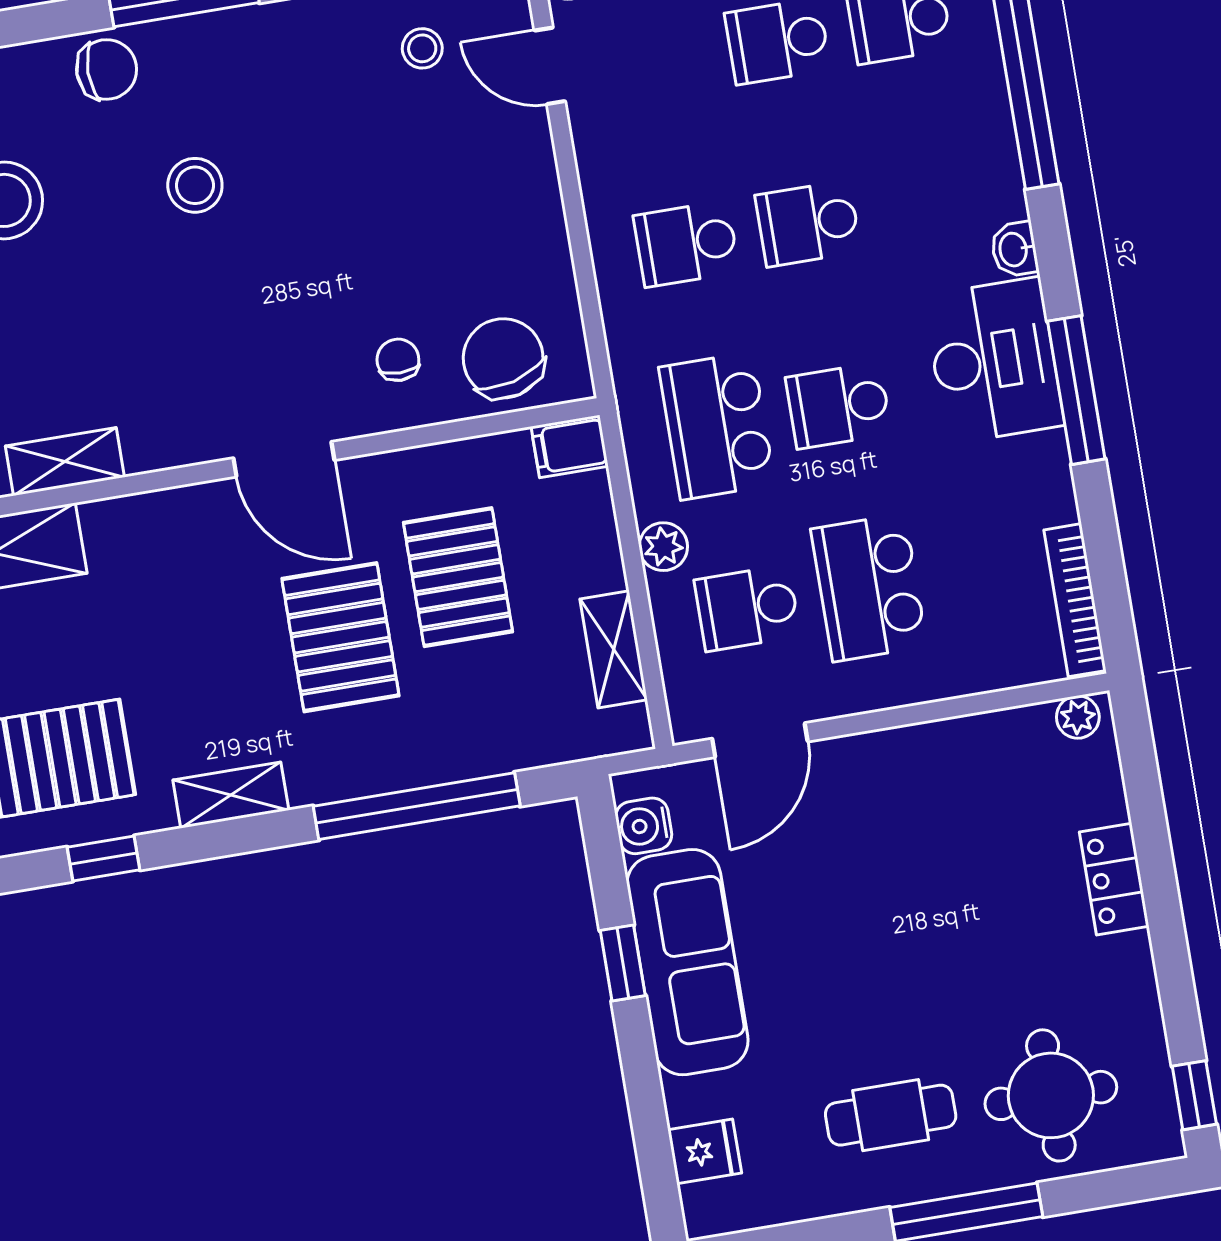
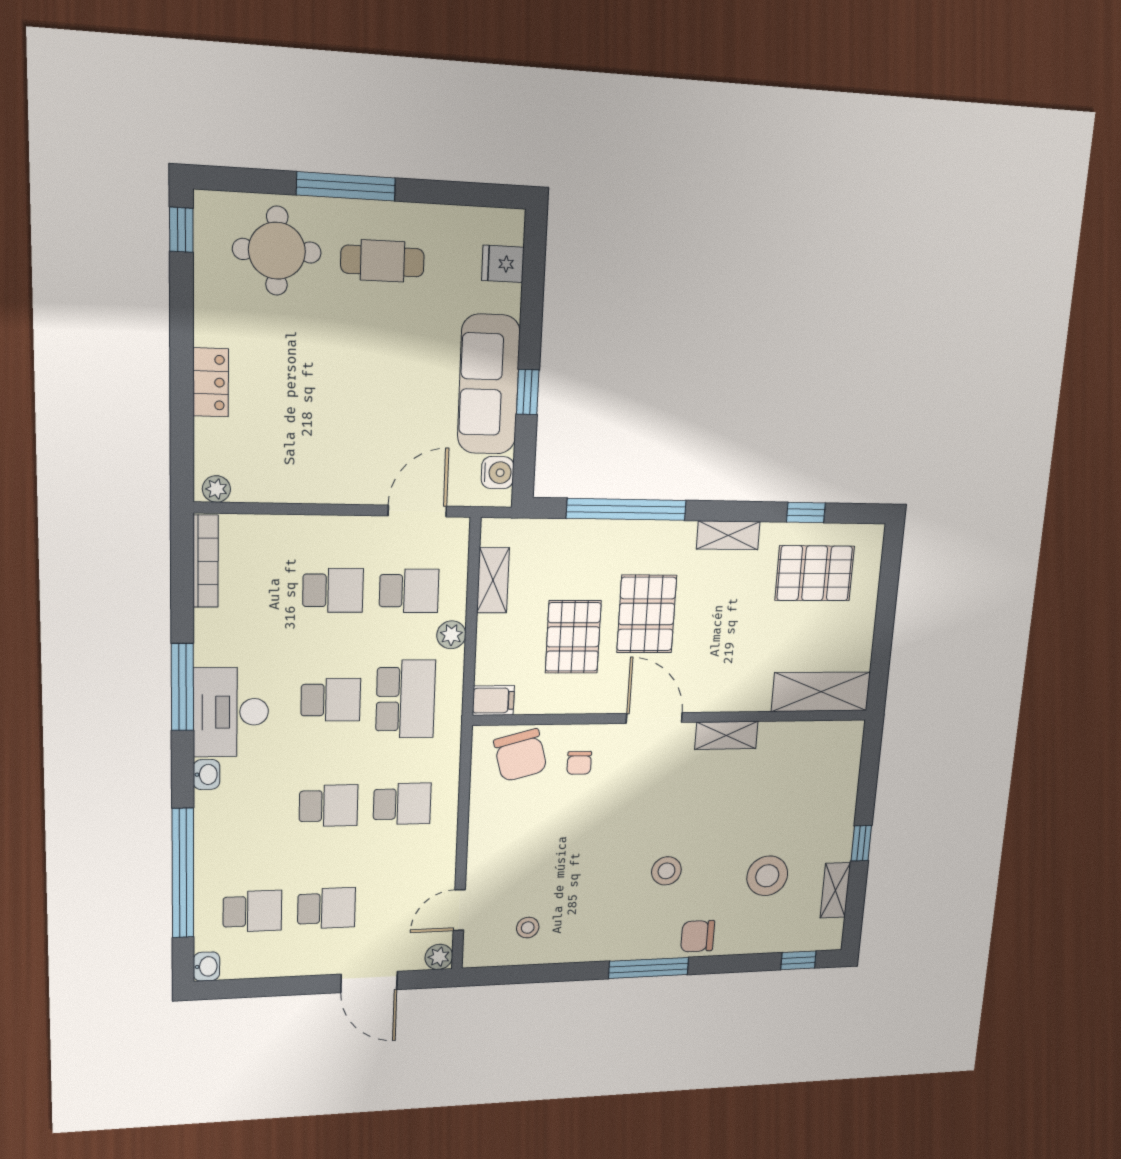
door: (550, 66) -> (459, 910), swing flipped
shelving: (65, 462) -> (726, 735), moved
school desk: (869, 588) -> (333, 590), width x0.54

